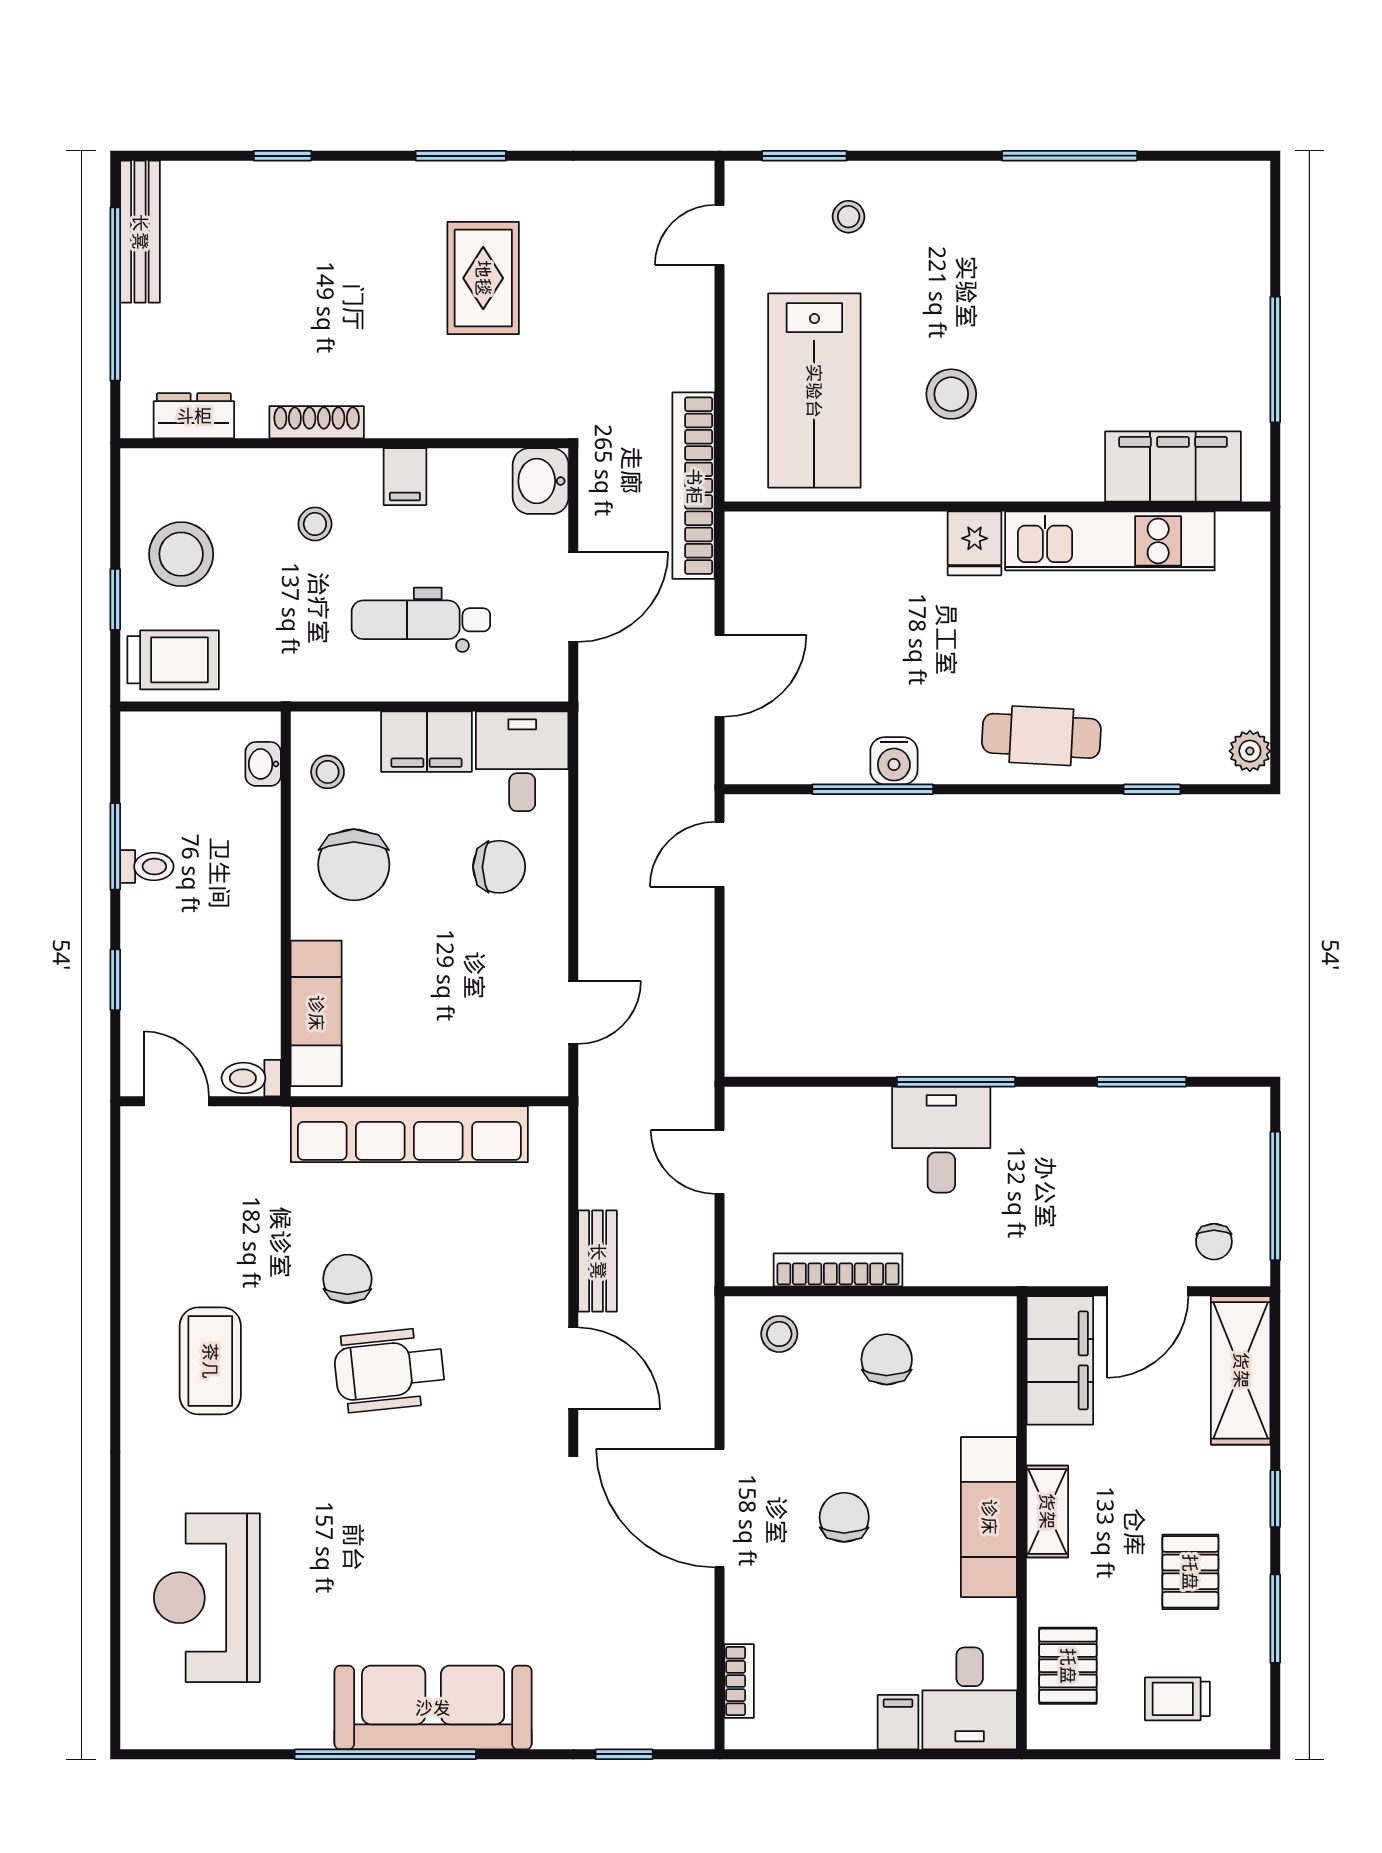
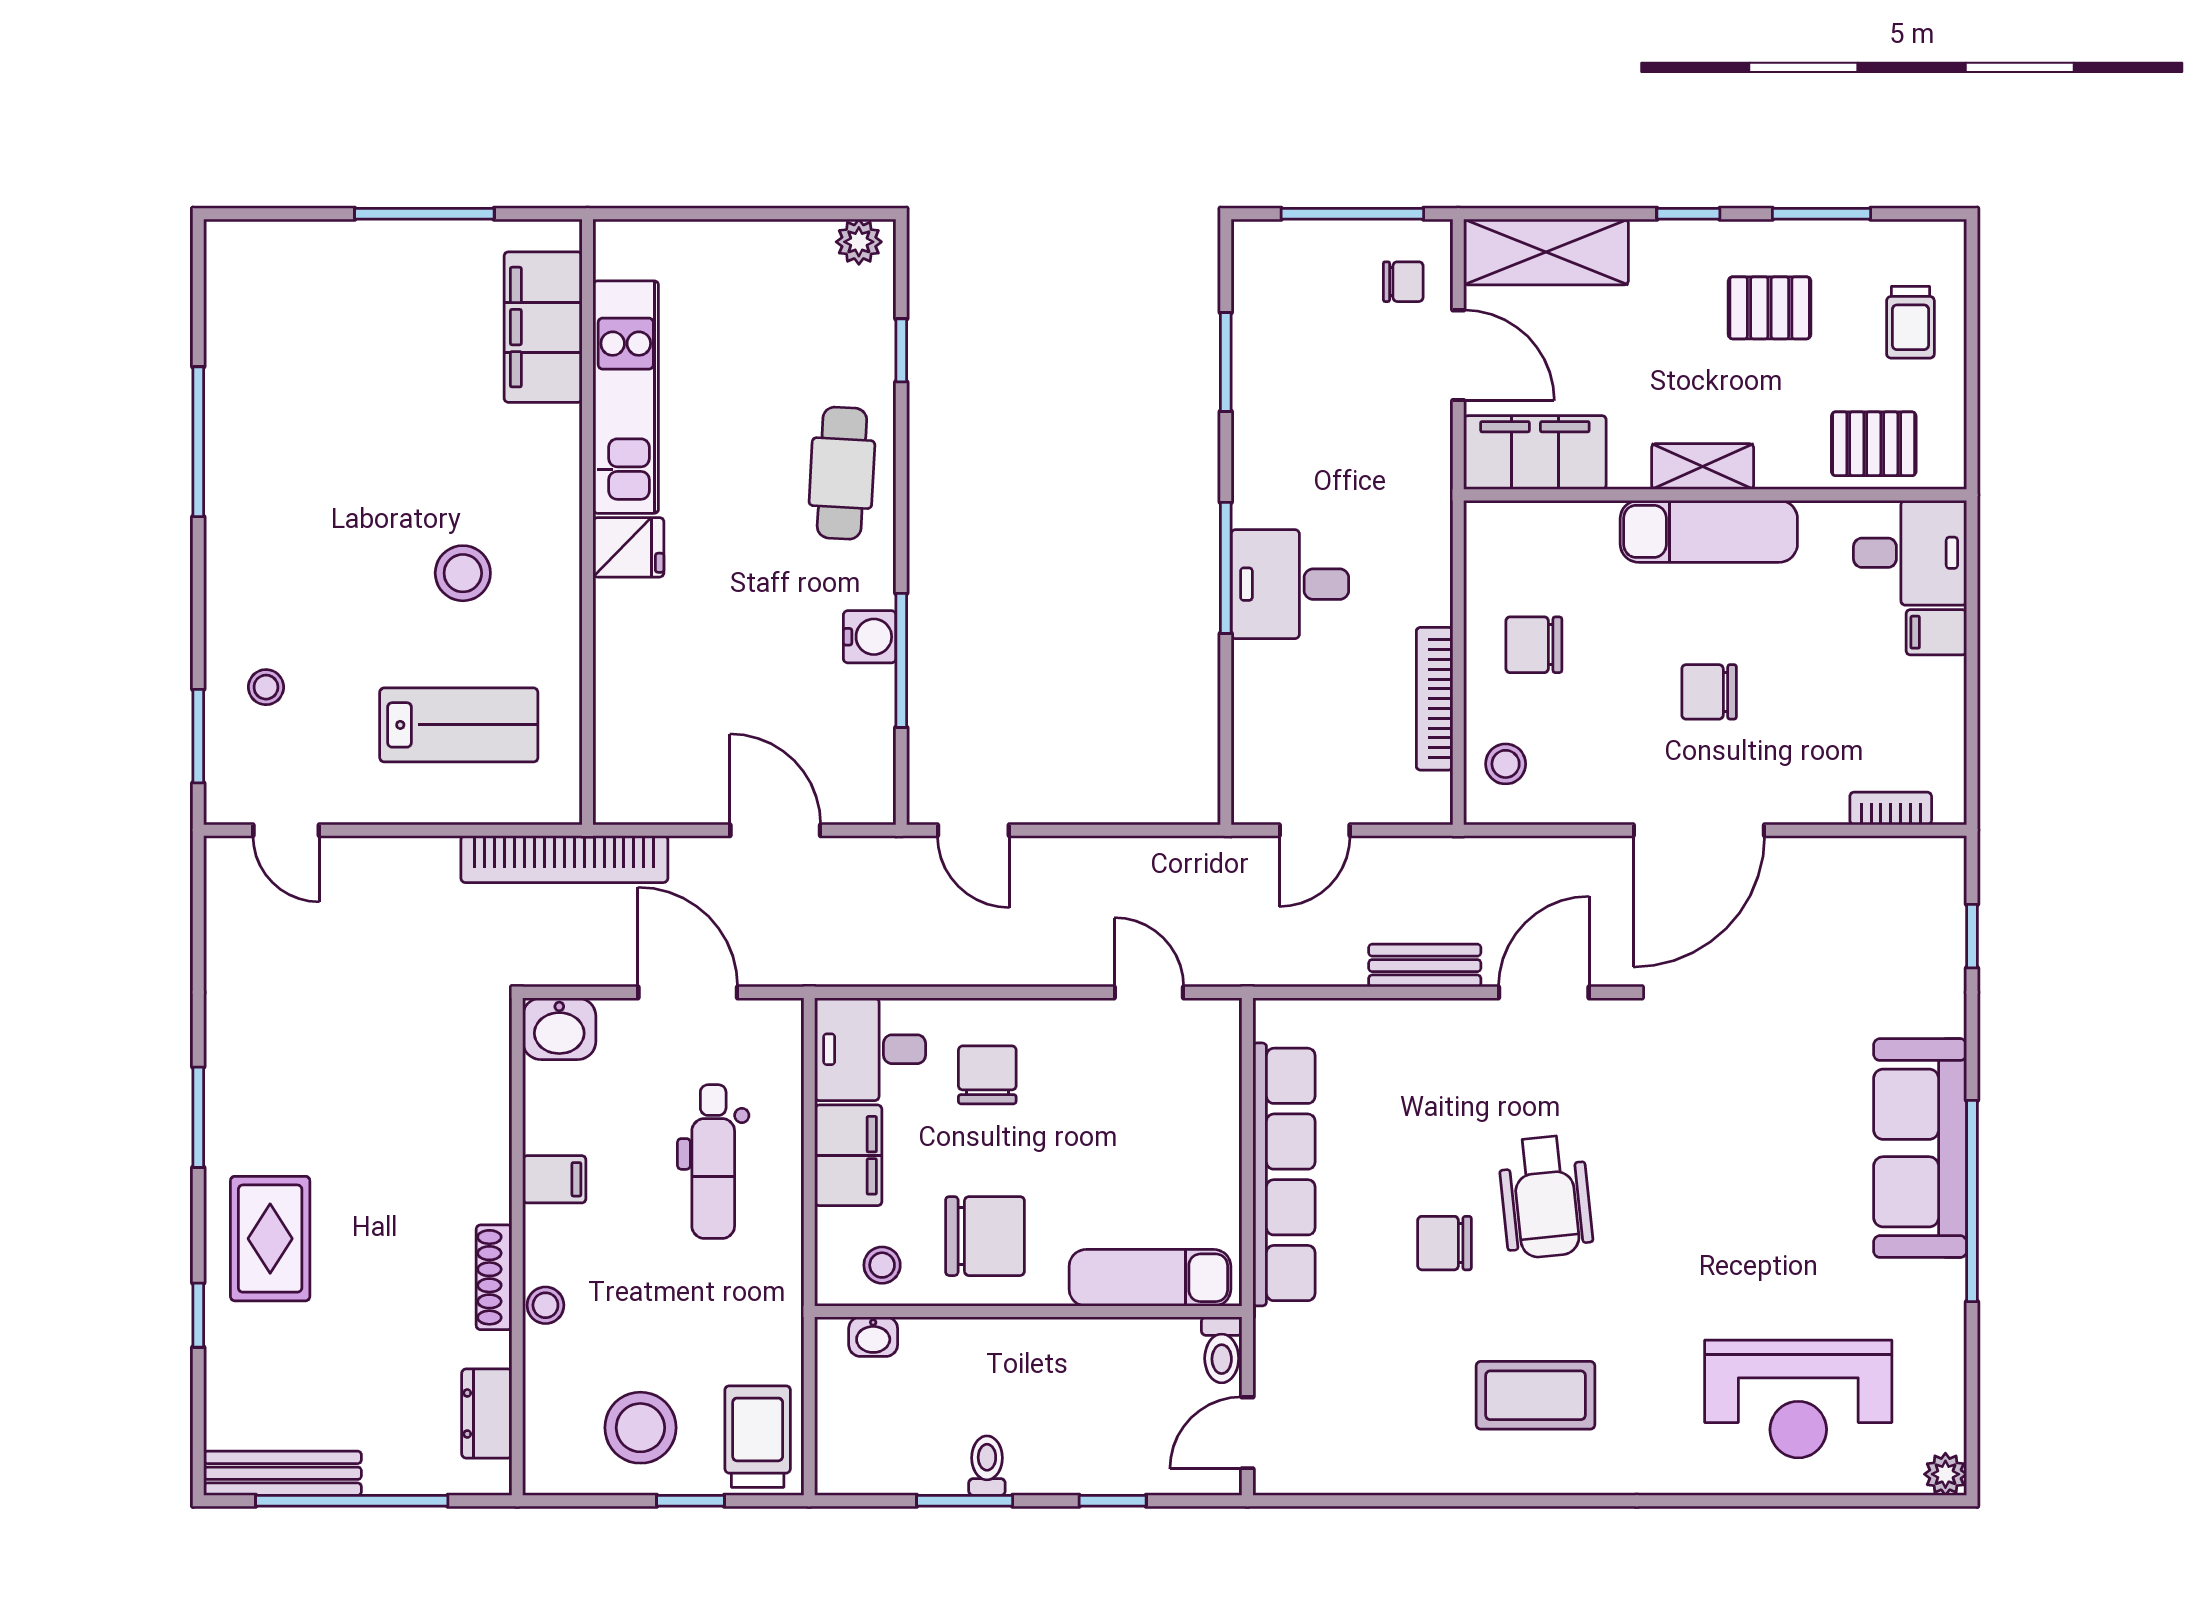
rug: (483, 278) -> (270, 1239), moved, turned 90
lab bench: (814, 391) -> (459, 725), width x0.73, depth x0.72
stool: (315, 524) -> (545, 1305), moved
plant: (139, 1730) -> (1945, 1474), added

